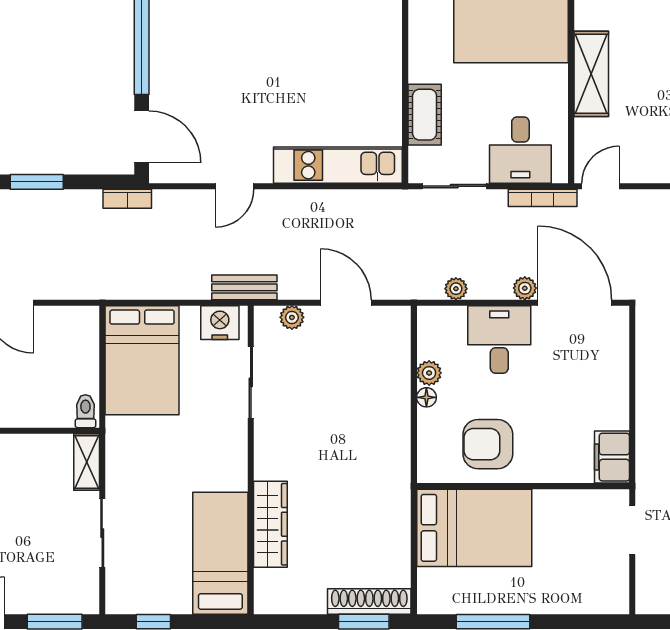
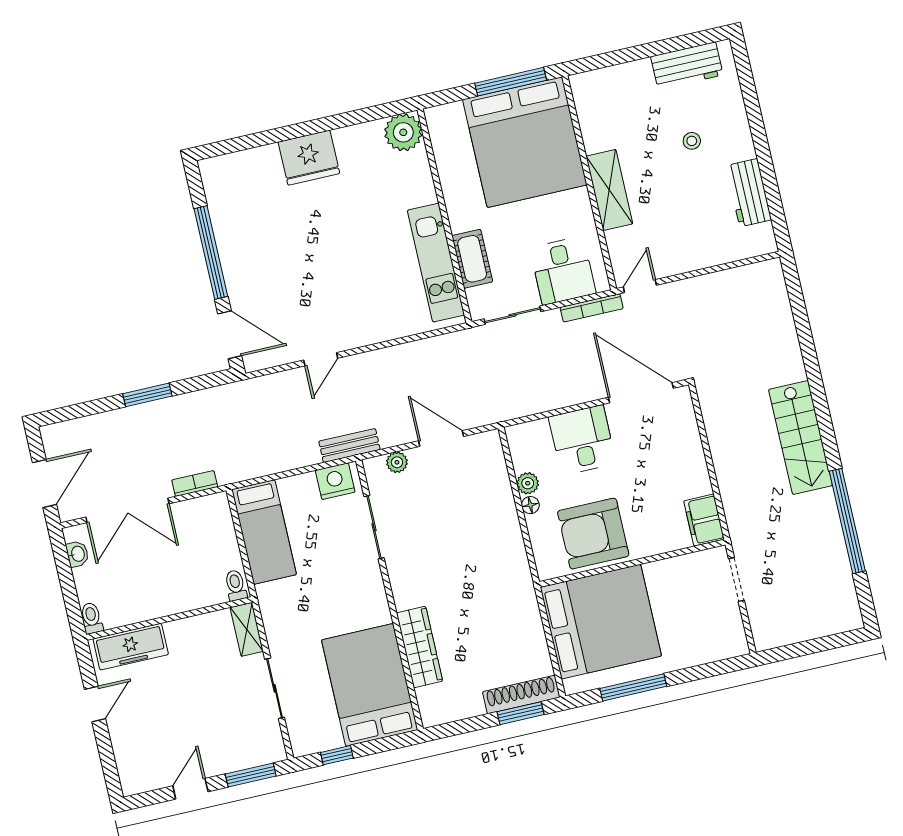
kitchen unit: (338, 165) -> (436, 263), moved, turned -90
bookcase: (127, 199) -> (195, 483), moved, turned 180
plant: (525, 288) -> (594, 390), removed
plant: (456, 289) -> (534, 404), removed
bed: (142, 360) -> (264, 532), width x0.67
armchair: (488, 444) -> (593, 534), width x1.36, depth x1.36
bed: (474, 528) -> (601, 622), width x1.36
bed: (220, 553) -> (370, 685), width x1.50

